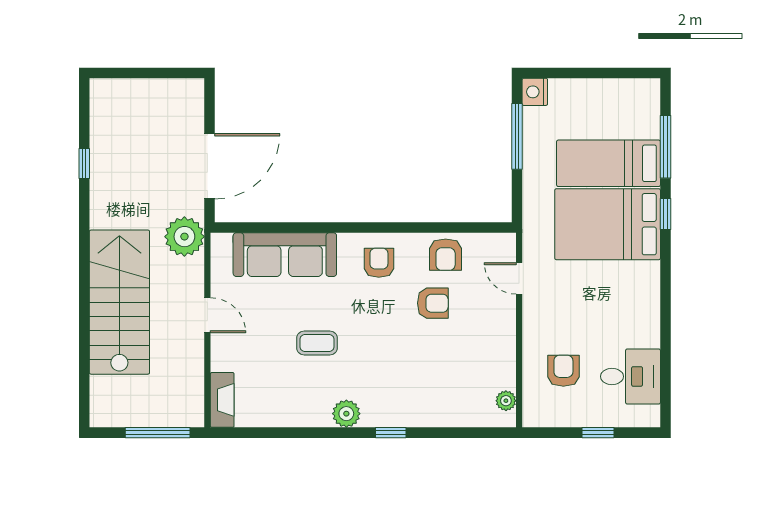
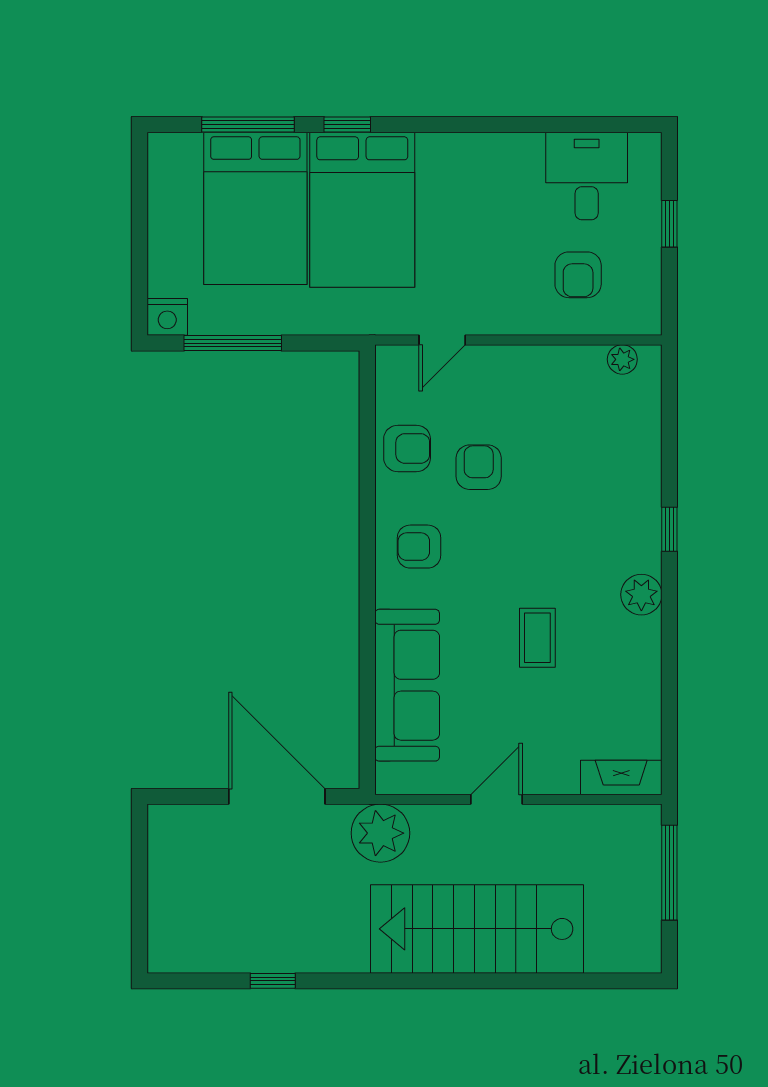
bed: (608, 163) -> (255, 208), width x1.50
armchair: (563, 371) -> (578, 275), turned -90

